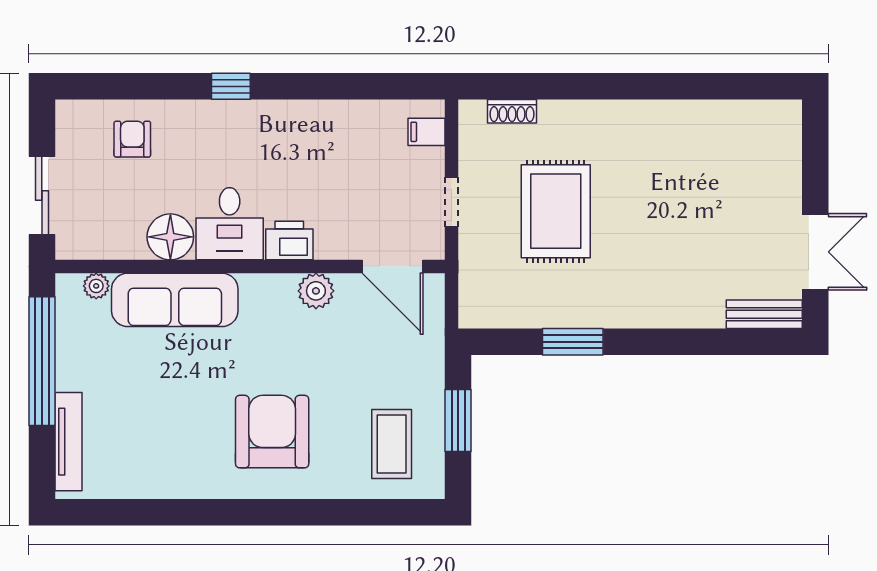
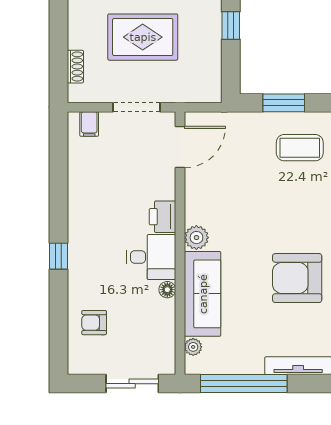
doorway: (452, 202) -> (137, 107), width x1.38
floor lamp: (170, 237) -> (167, 290), width x0.53, depth x0.53
plant: (316, 291) -> (196, 238), moved
window: (573, 342) -> (231, 26), width x0.67
armchair: (272, 432) -> (297, 278), moved

